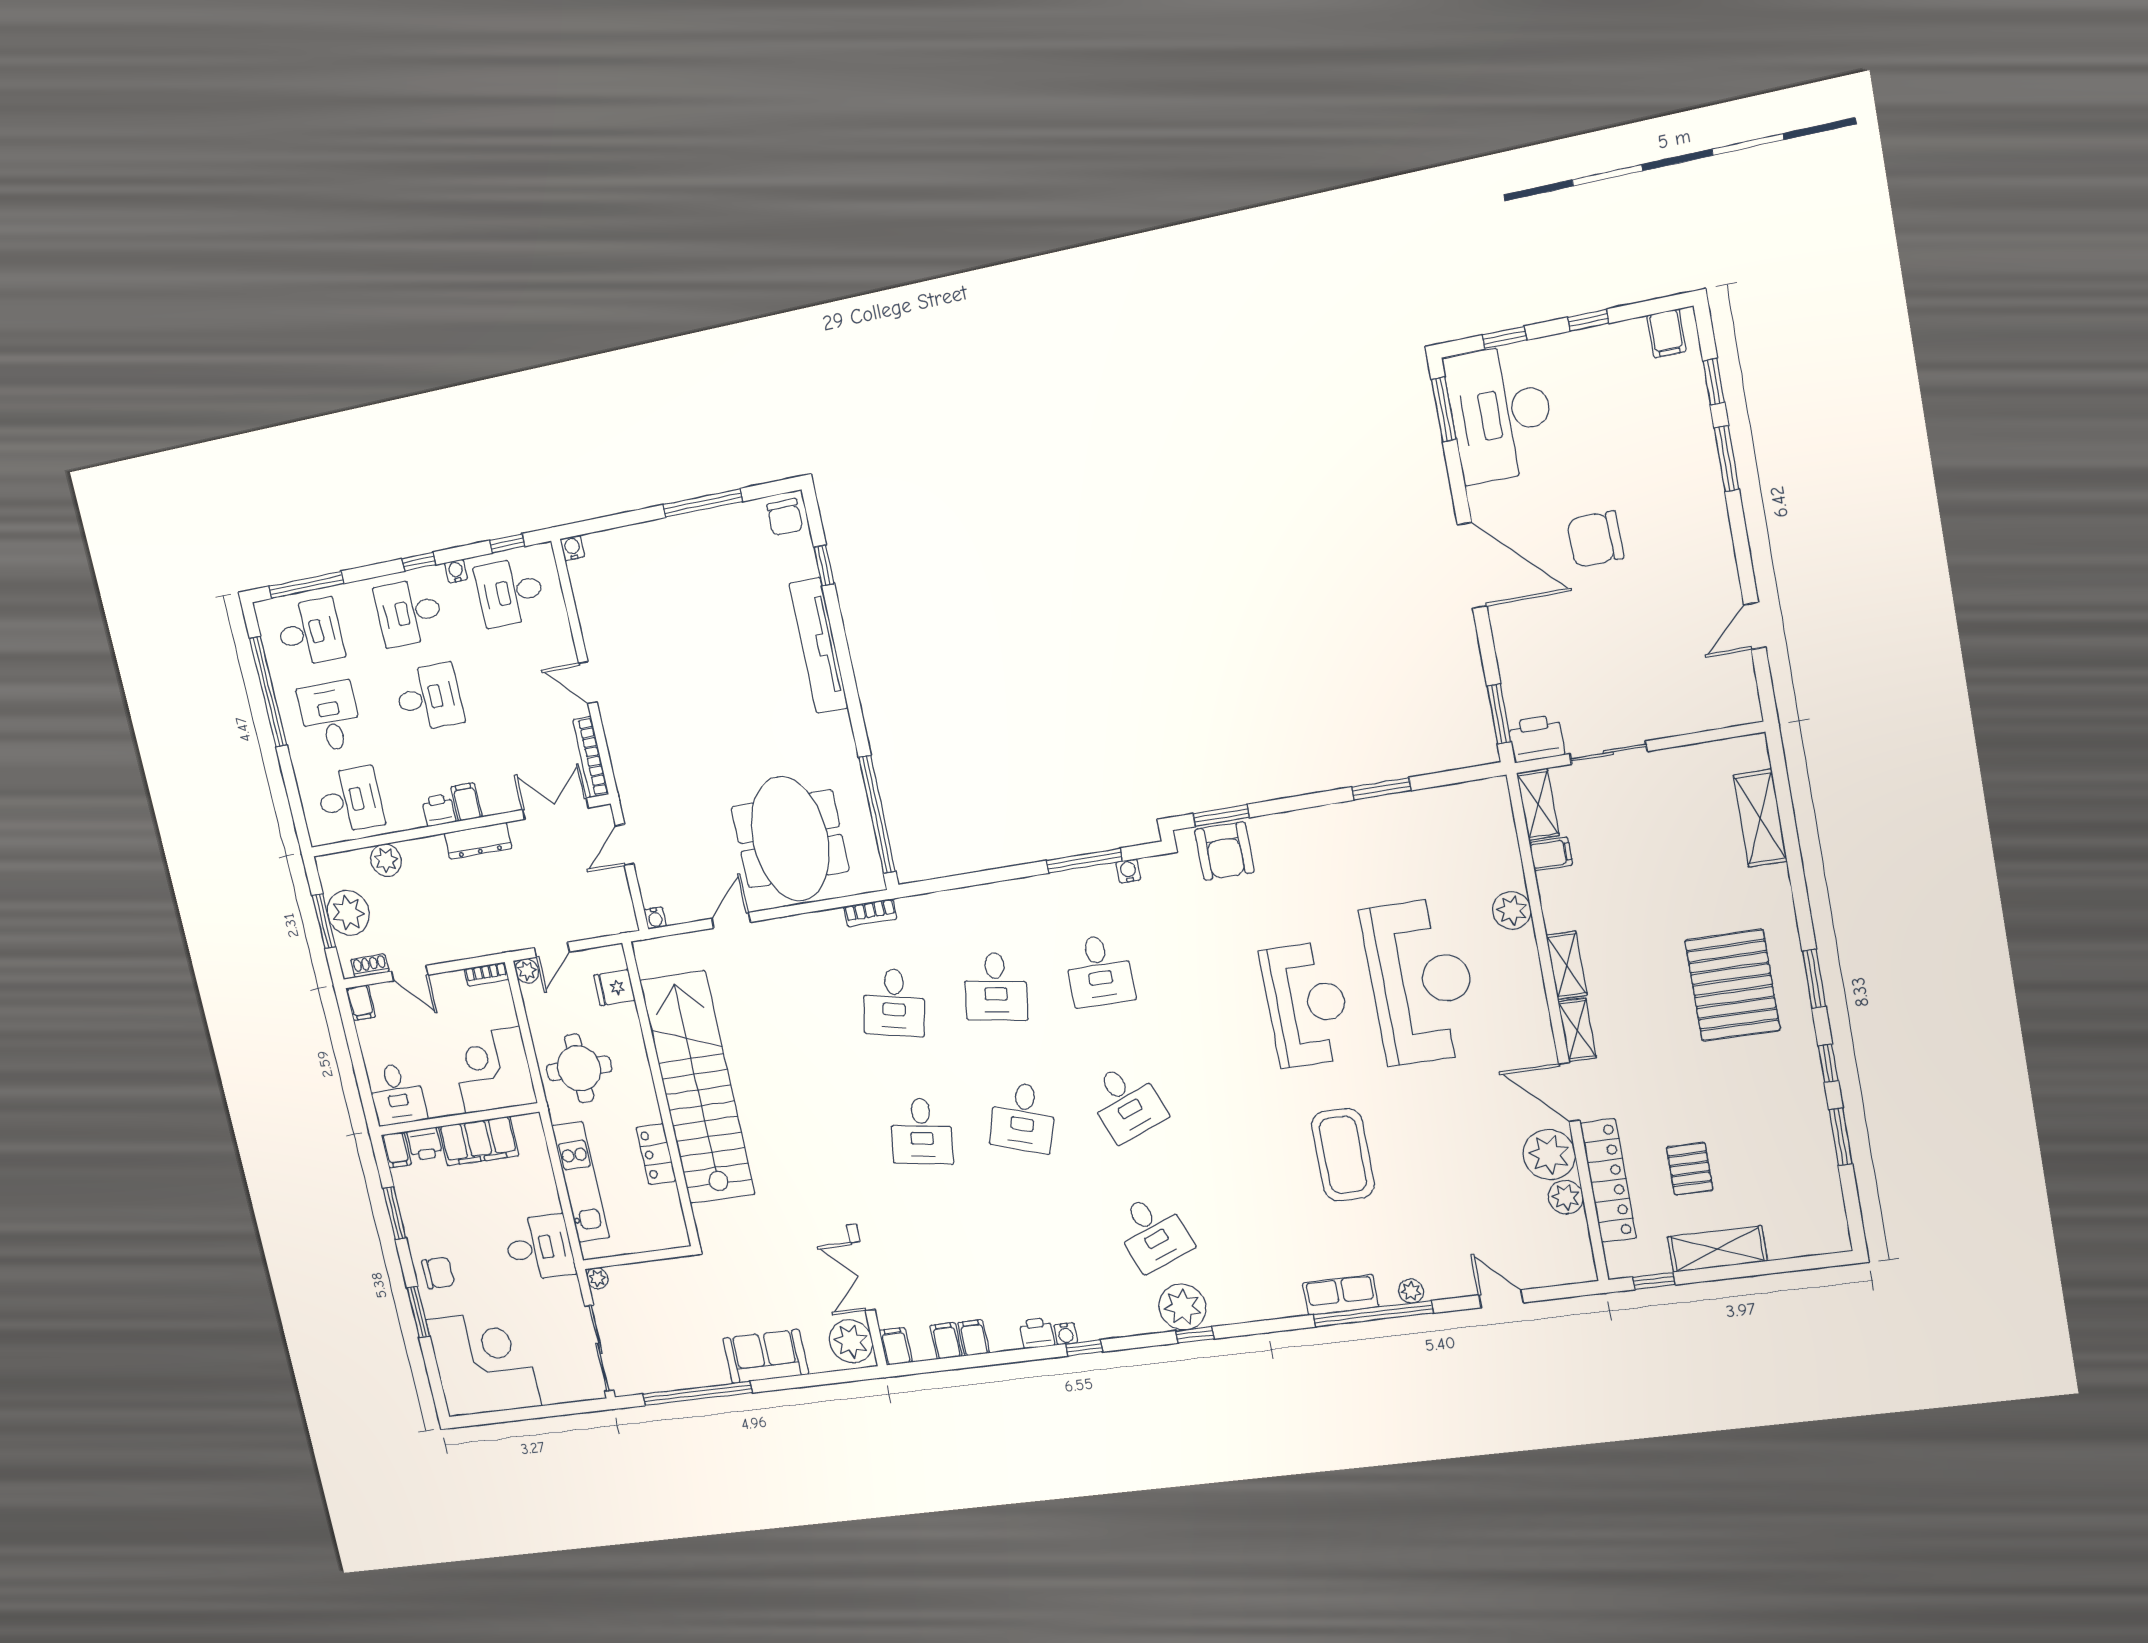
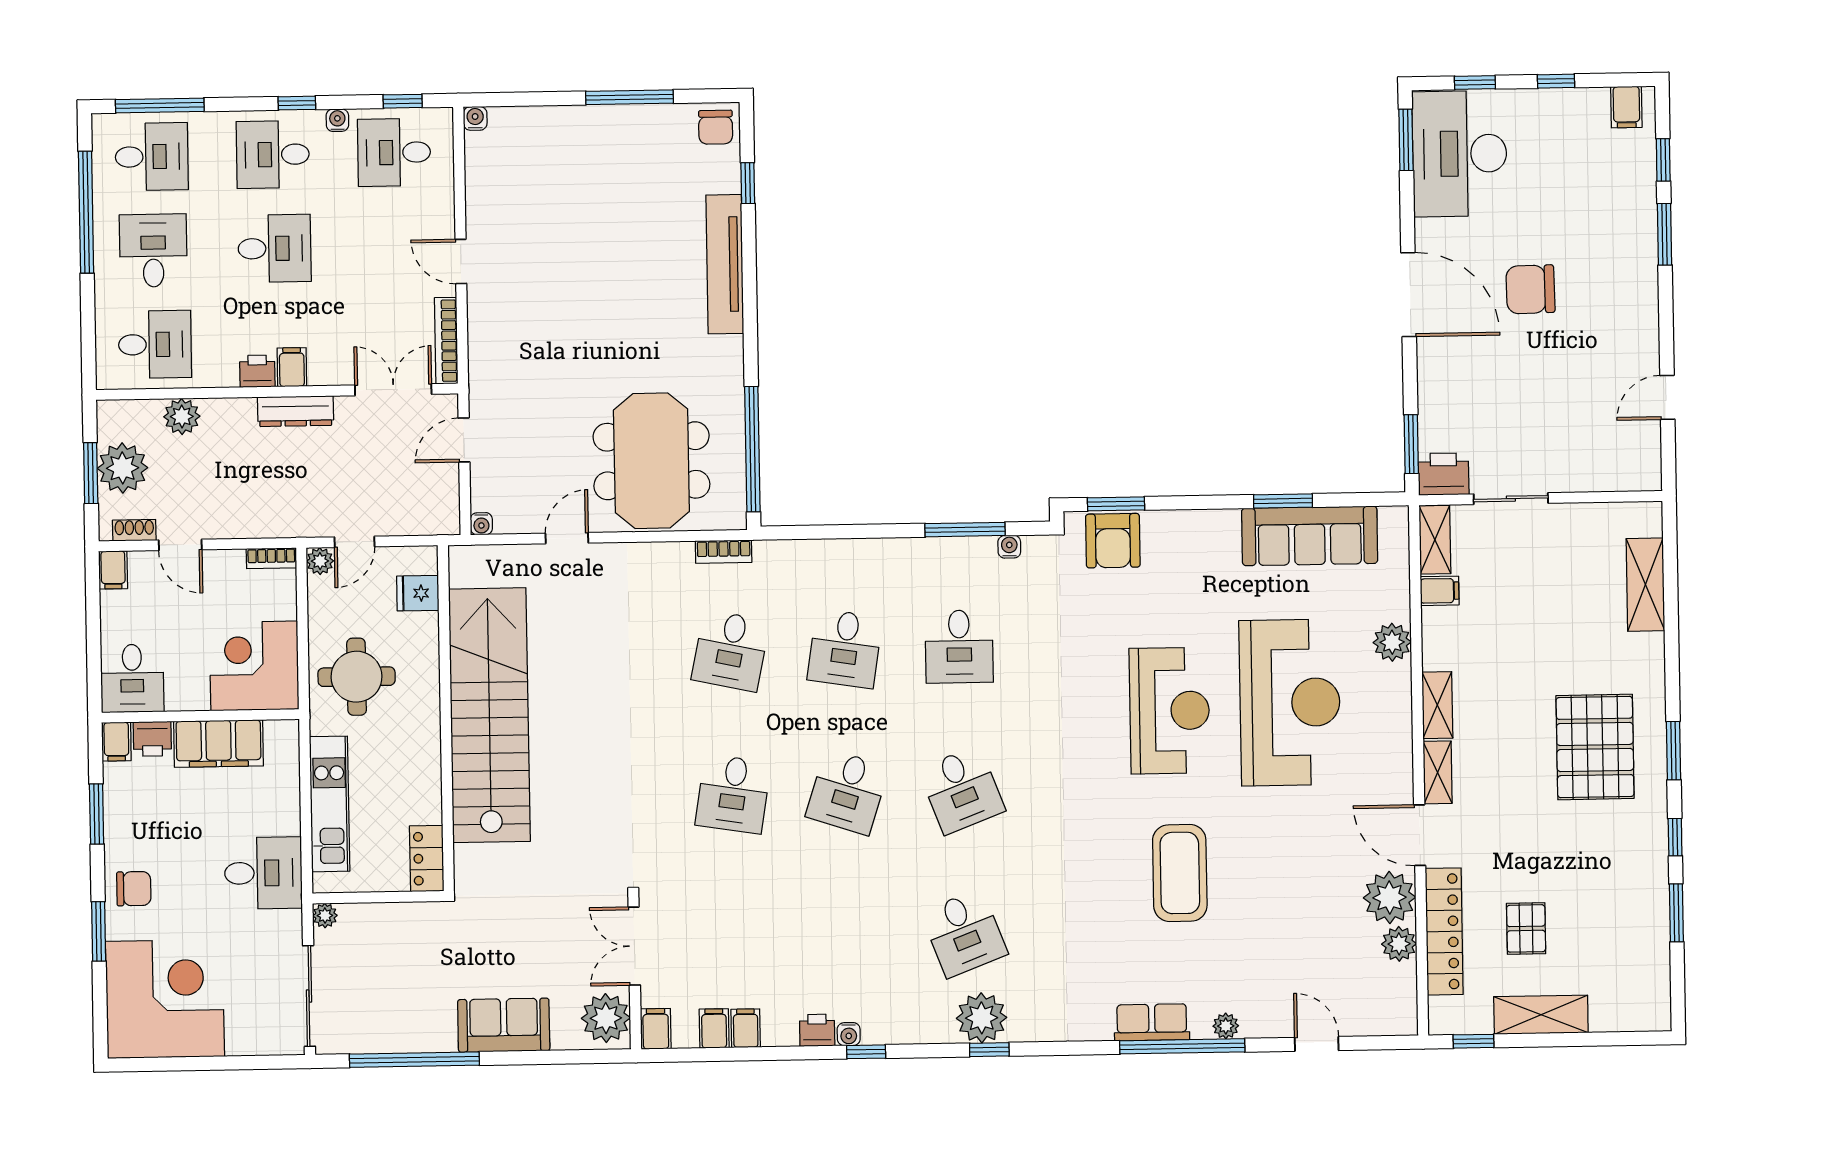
sofa: (1413, 819) -> (1310, 536), added
locker: (656, 1154) -> (427, 859), moved

